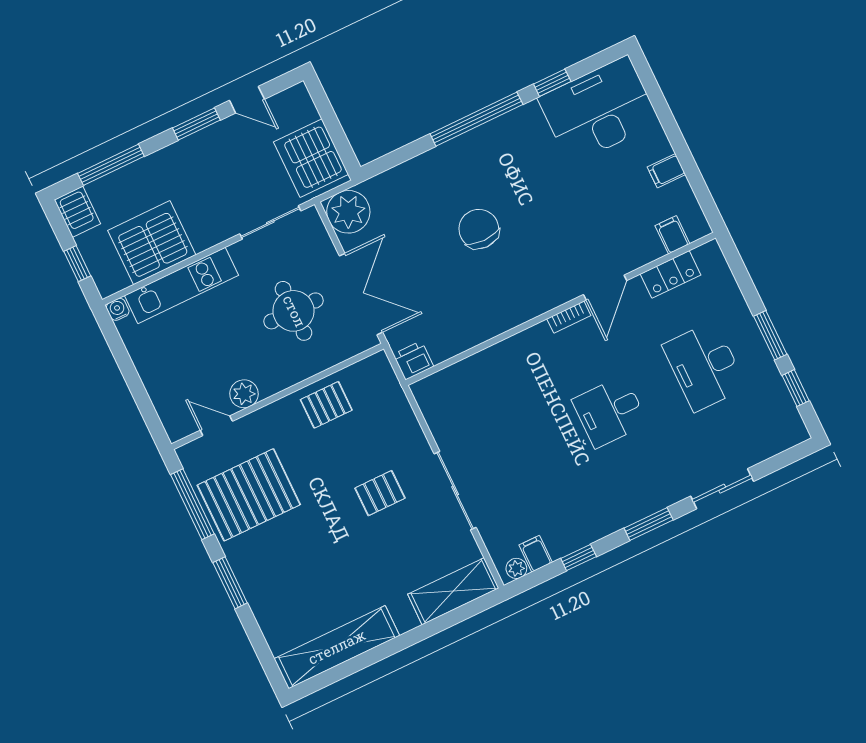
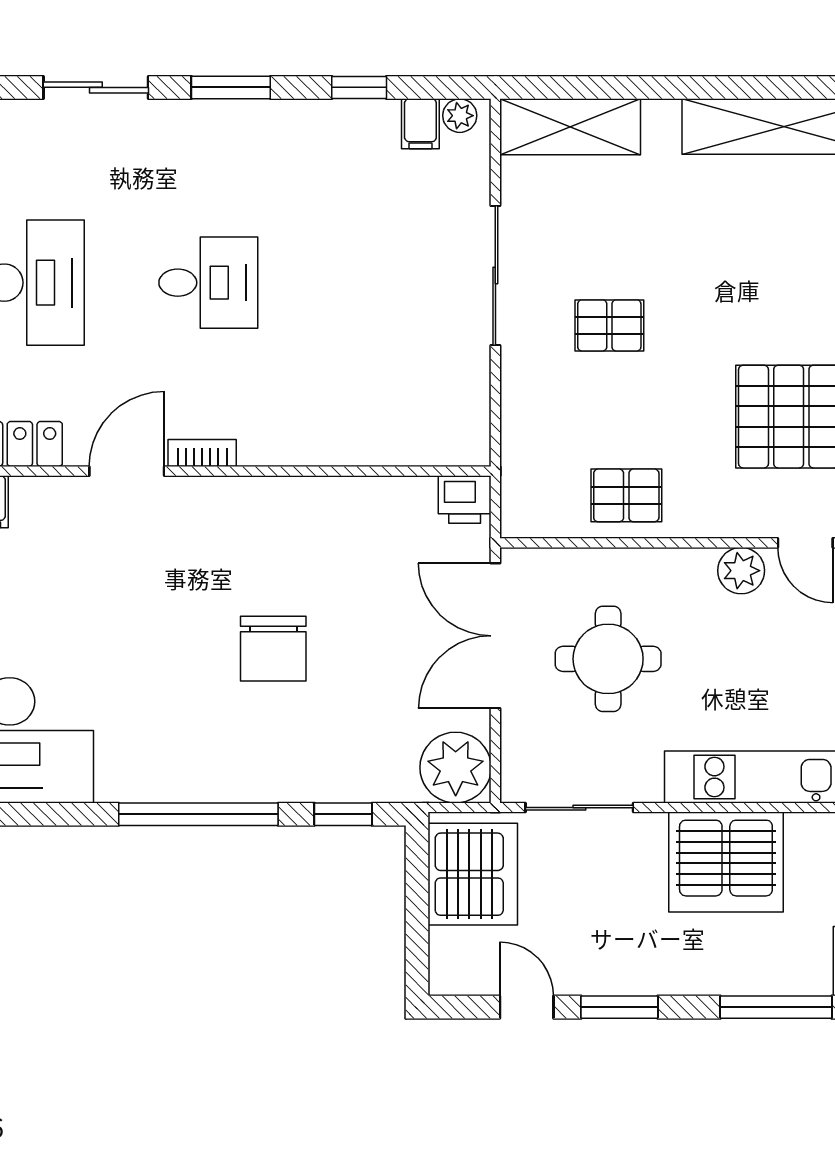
window: (552, 83) -> (343, 814), moved
server rack: (152, 243) -> (726, 862), moved

